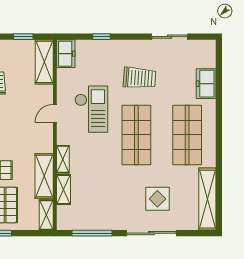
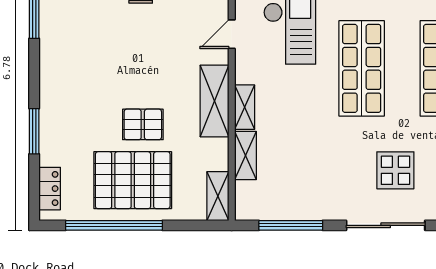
shelving: (44, 176) -> (214, 101), moved

